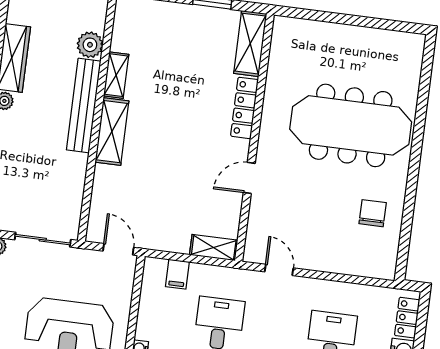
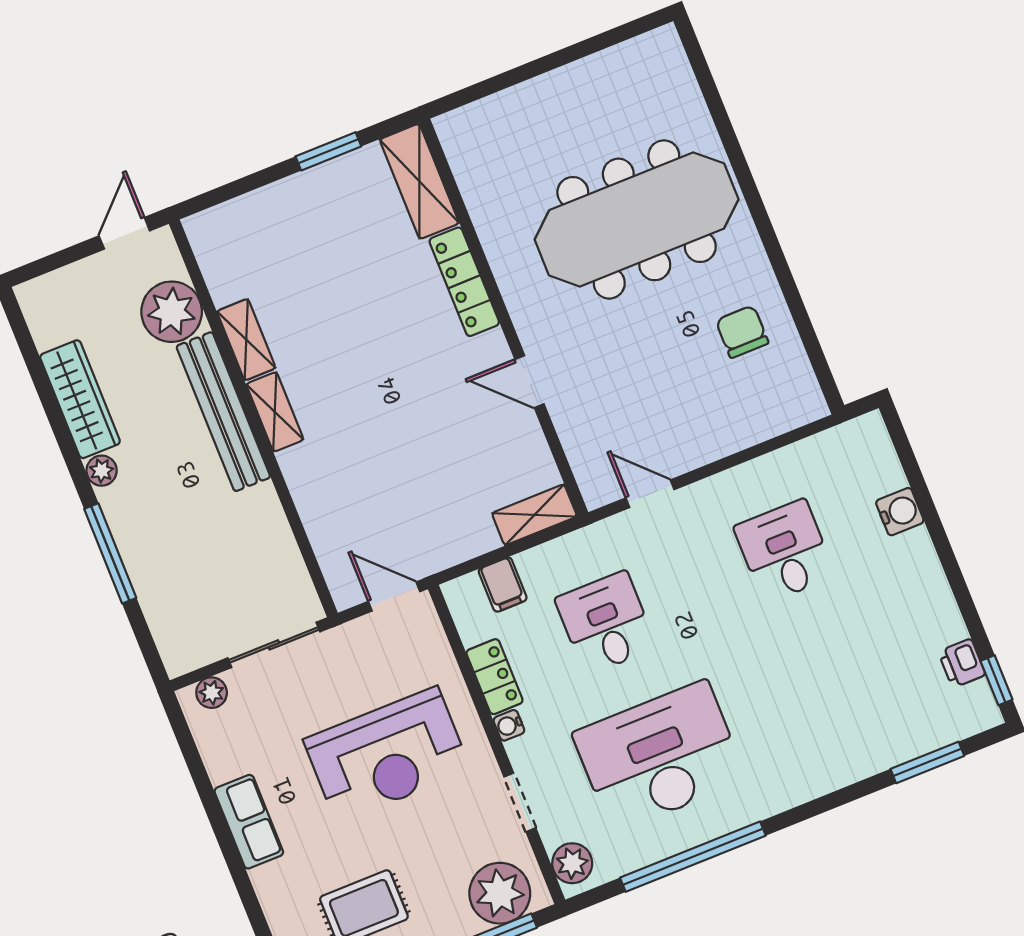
plant: (90, 45) -> (172, 312), width x1.36, depth x1.36
shelving: (112, 132) -> (275, 412), width x0.67, depth x0.75
door: (249, 178) -> (529, 382), hinge flipped
locker: (407, 318) -> (495, 677), moved, turned 180

